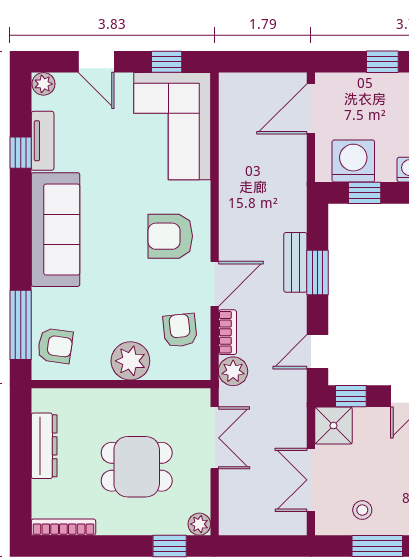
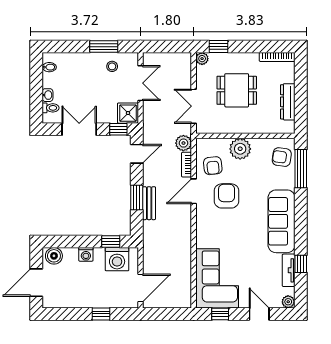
armchair: (170, 236) -> (227, 196), moved, turned -90

